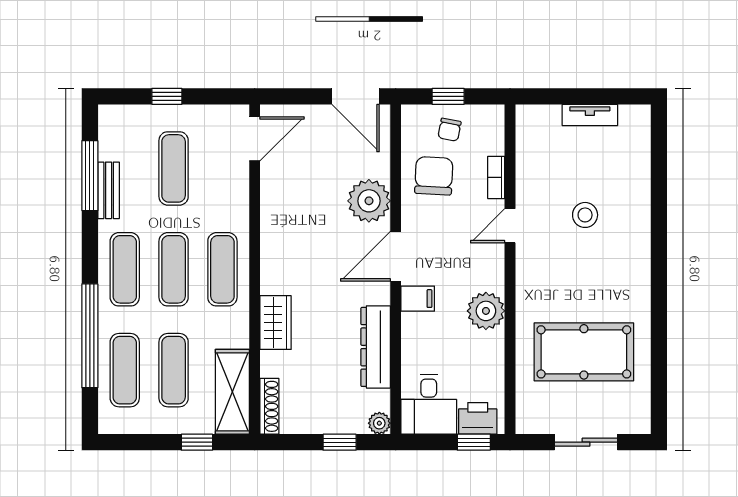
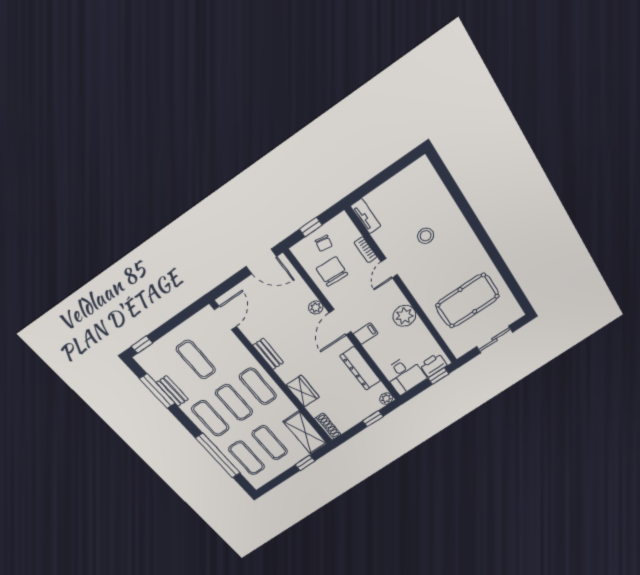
window: (167, 96) -> (142, 345), moved
tv unit: (590, 115) -> (366, 216), moved, turned -90
plant: (369, 201) -> (316, 307), width x0.53, depth x0.53
bench: (271, 231) -> (268, 354), added

